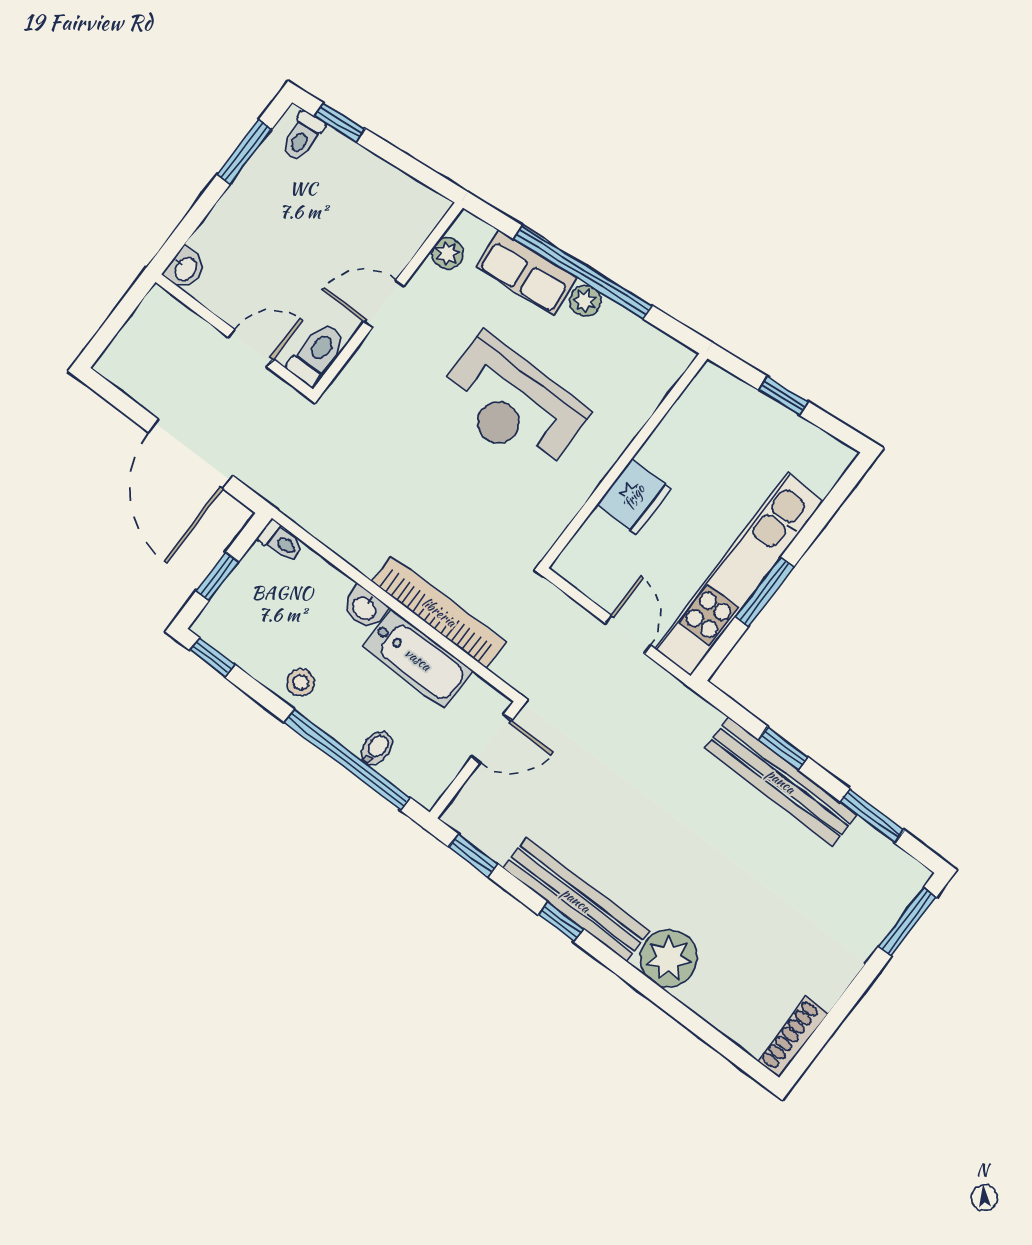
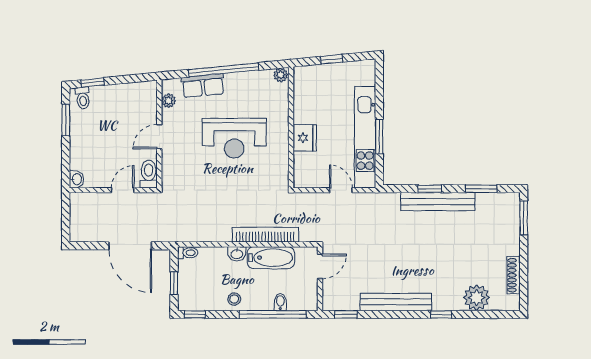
plant: (585, 301) -> (281, 75), moved
window: (561, 922) -> (441, 314), moved
plant: (669, 958) -> (477, 298), moved
shoe rack: (793, 1037) -> (514, 275), moved

